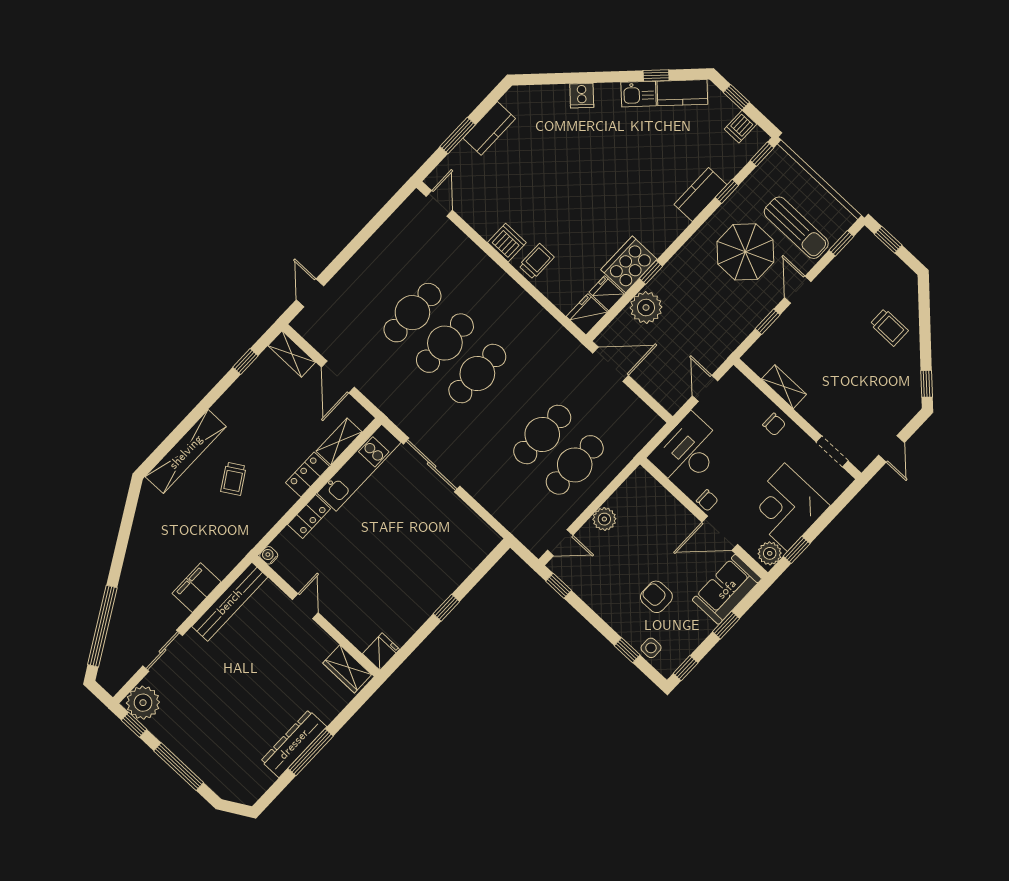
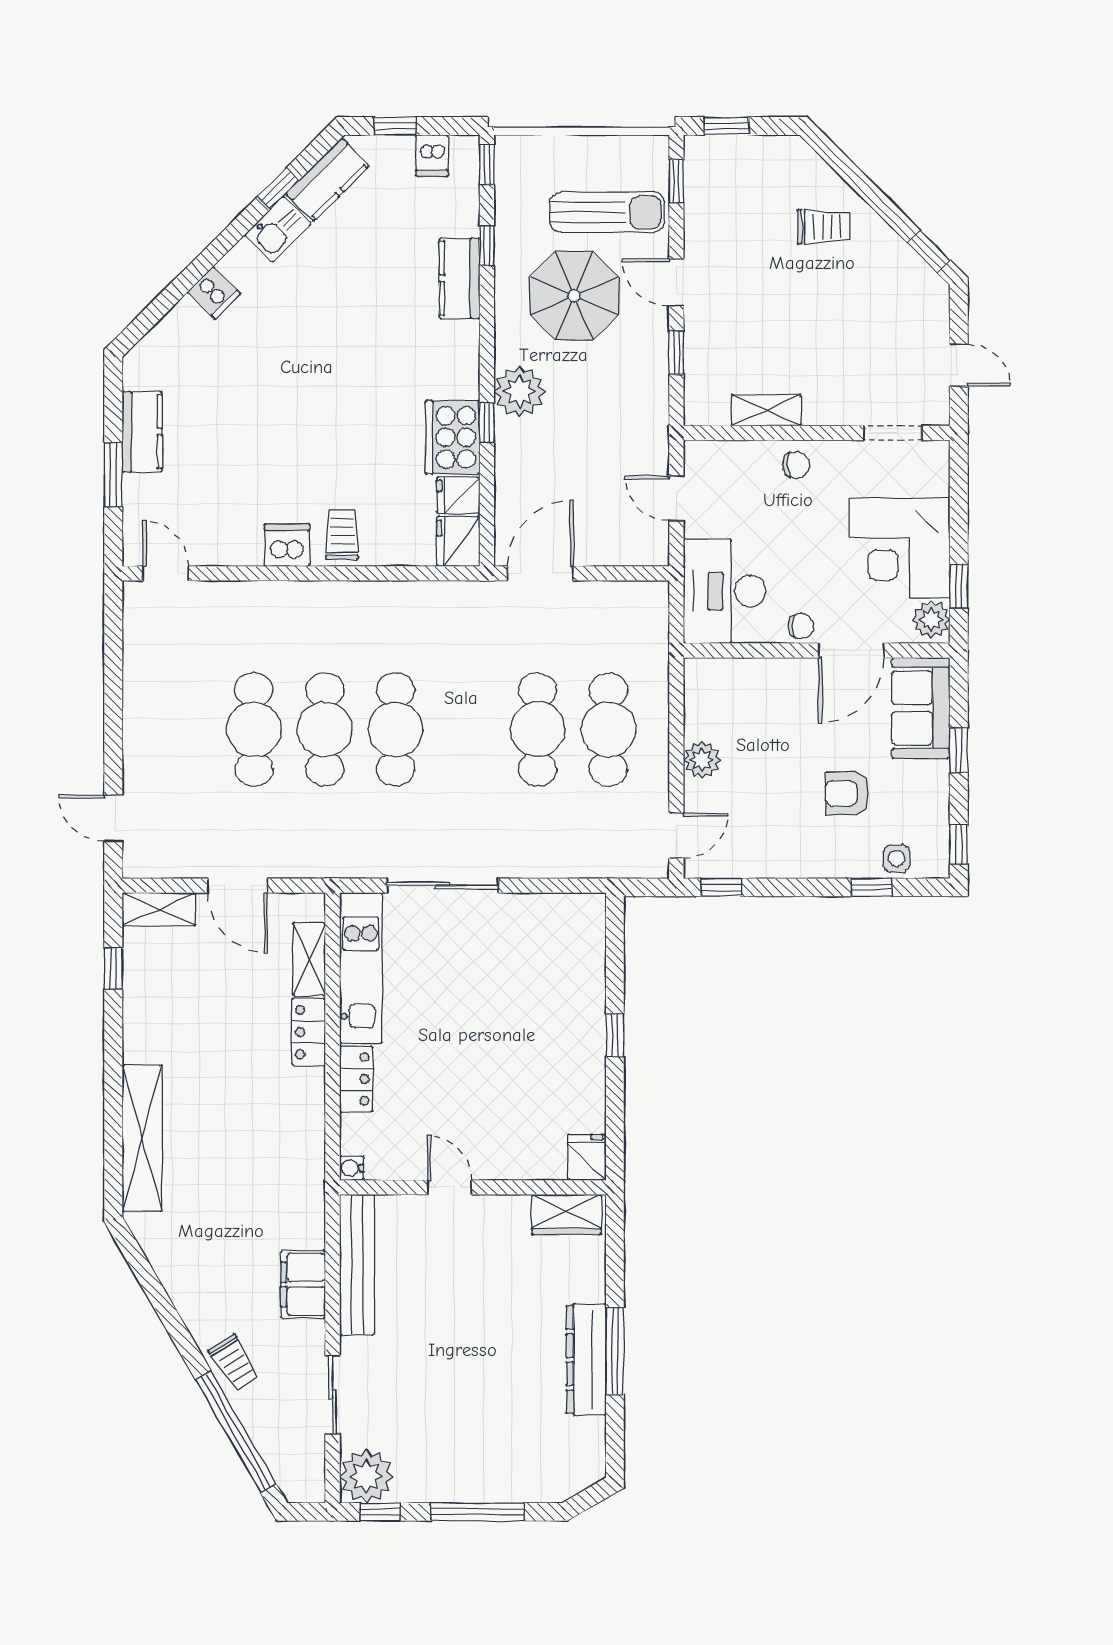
plant: (646, 307) -> (520, 392), moved
trolley: (234, 479) -> (234, 1363), moved

